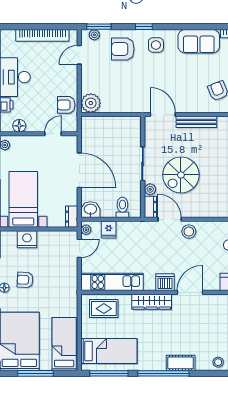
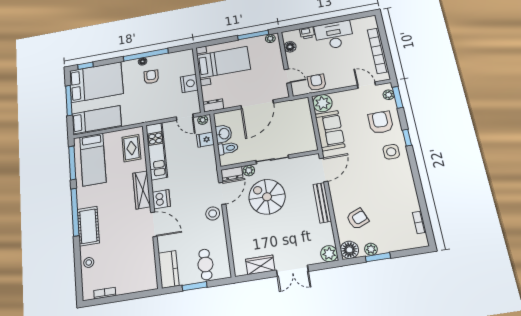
sofa: (199, 41) -> (330, 131), moved, turned 180
washbasin: (90, 210) -> (224, 134), moved
nightstand: (27, 239) -> (189, 83), moved
cot: (181, 363) -> (88, 226), width x1.37, depth x1.34

